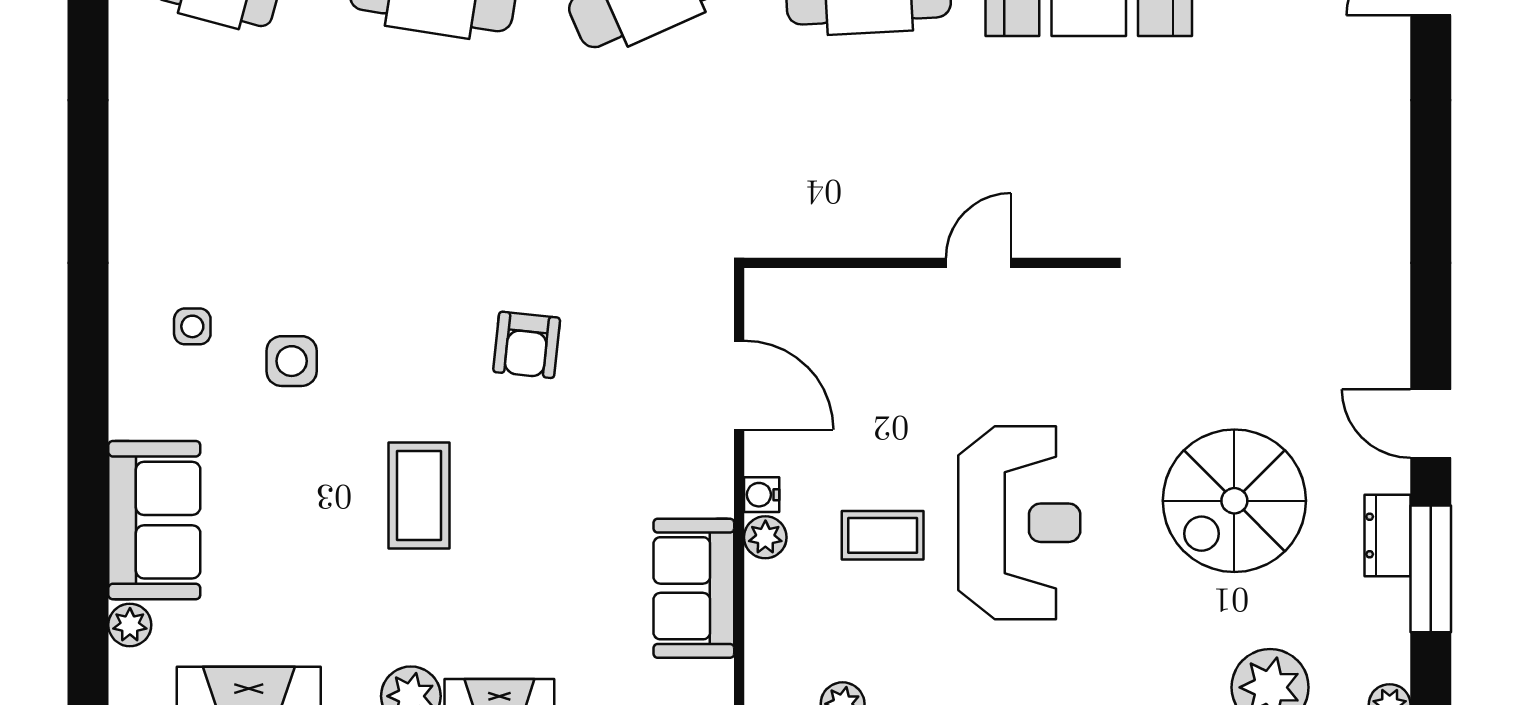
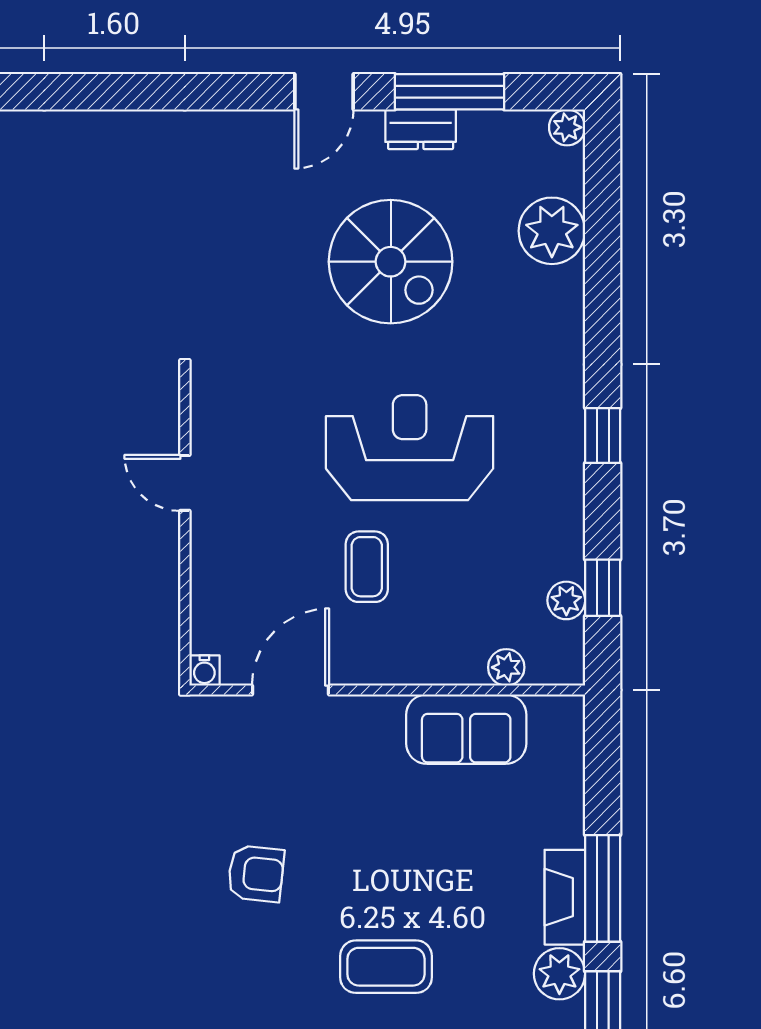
water cooler: (762, 495) -> (204, 670), moved
coffee table: (883, 535) -> (367, 567), moved
plant: (765, 537) -> (506, 667), moved

